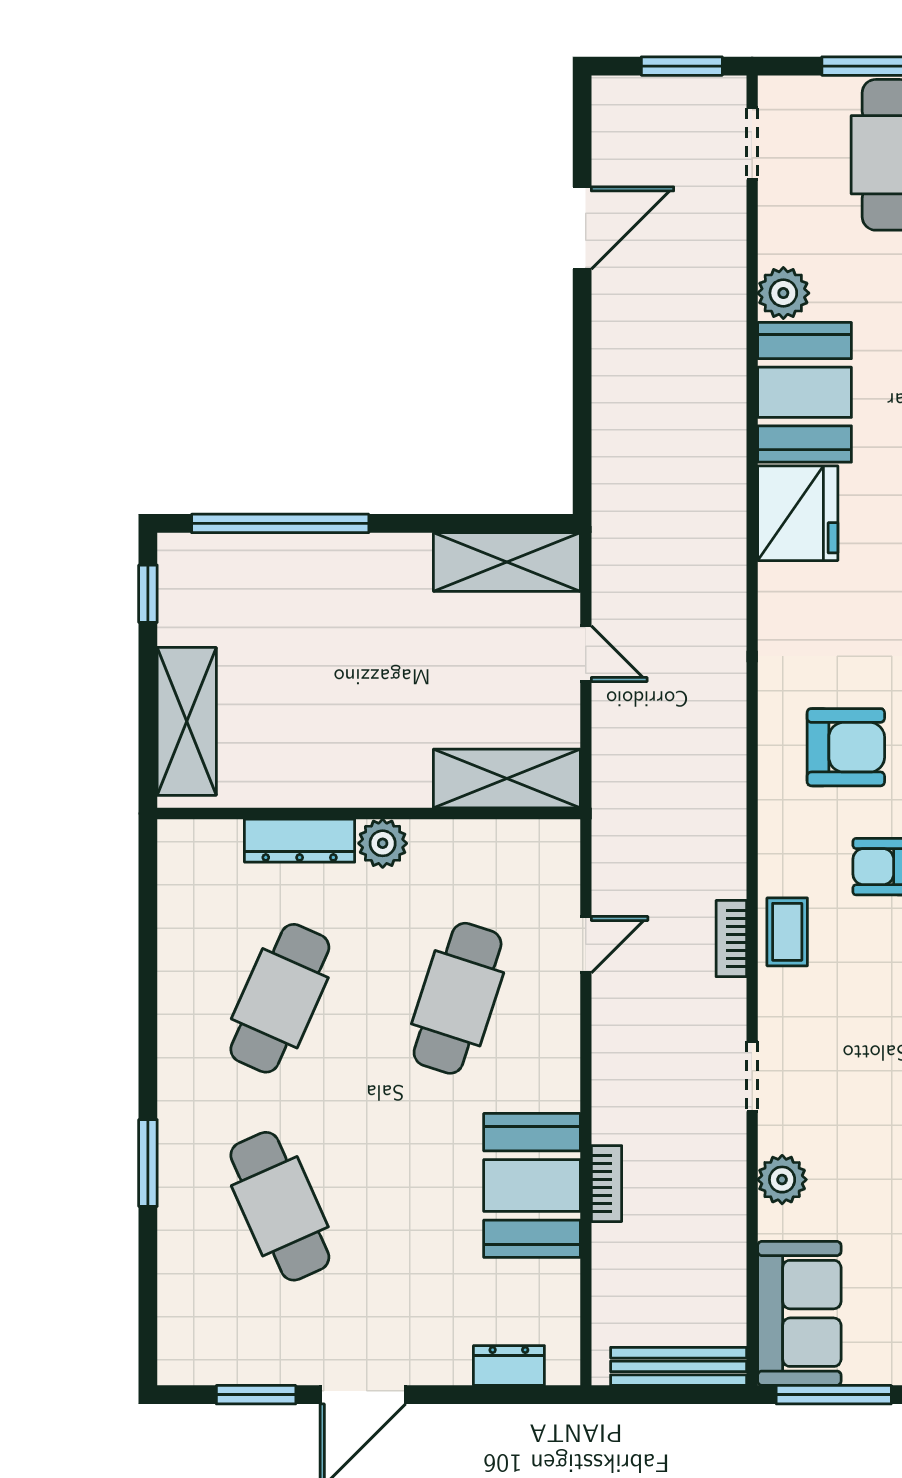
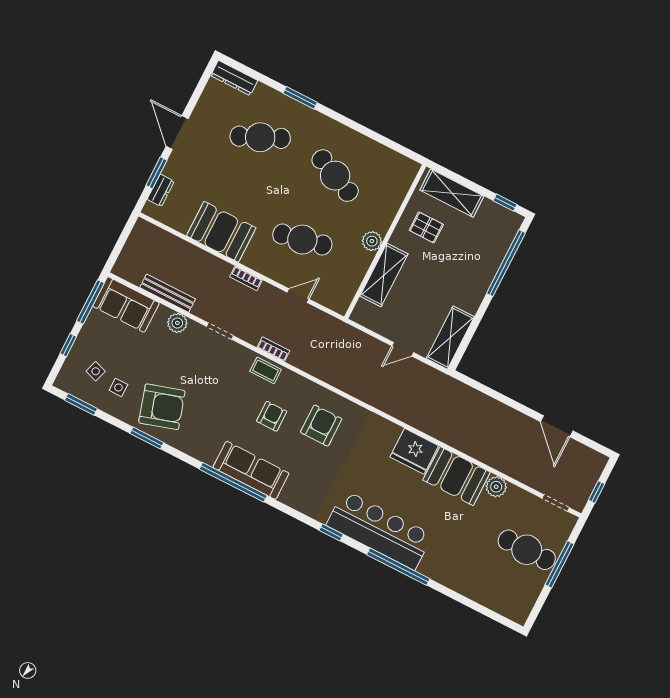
window: (682, 66) -> (597, 492), width x0.67
pallet: (291, 739) -> (426, 227), added
armchair: (846, 747) -> (321, 426), turned 180
shelving: (507, 779) -> (384, 275), moved
dresser: (300, 841) -> (234, 78), moved, turned -90
door: (586, 945) -> (298, 296), swing flipped
cafe table: (458, 998) -> (302, 240), turned -30
bookcase: (607, 1184) -> (246, 278), moved
bench: (679, 1366) -> (168, 293), moved, turned 90
window: (256, 1395) -> (156, 173), moved

